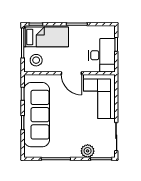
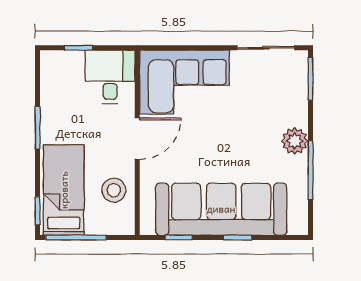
desk: (102, 55) -> (110, 77), width x0.73
stool: (36, 60) -> (114, 190), moved
plant: (88, 151) -> (295, 141), moved

